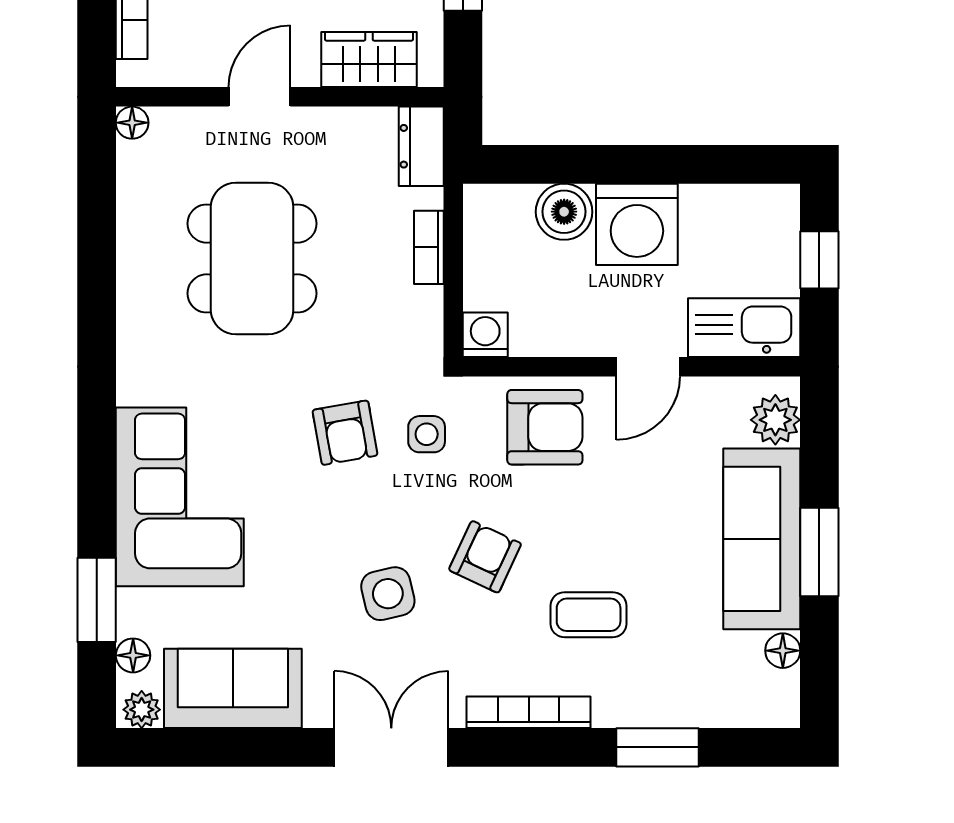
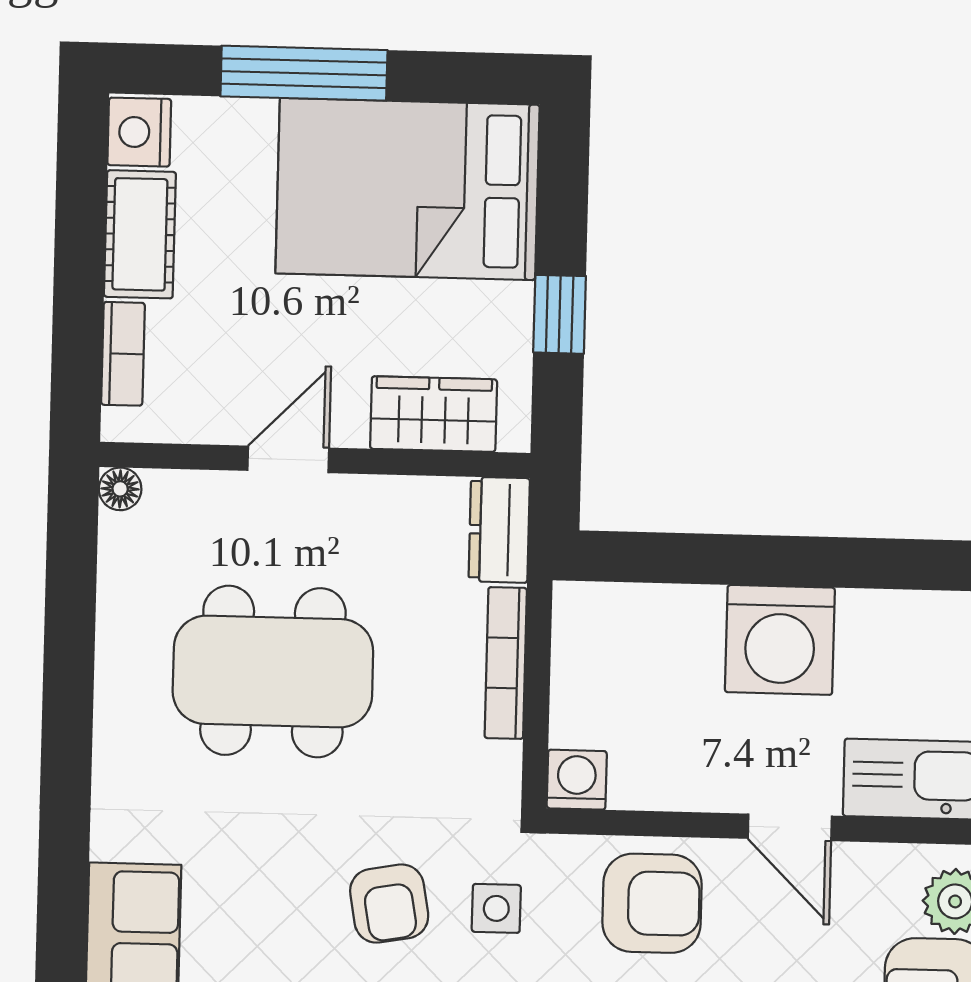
boiler: (564, 212) -> (685, 621), removed
bookcase: (429, 247) -> (506, 663), width x1.56
dining table: (252, 259) -> (273, 672), turned 90
door: (648, 367) -> (790, 827), hinge flipped

